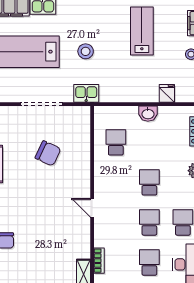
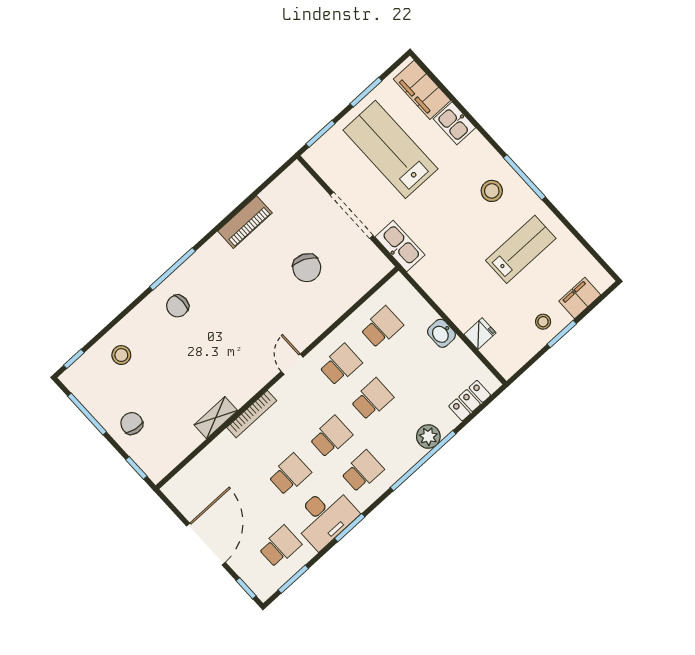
stool: (86, 51) -> (492, 191), moved
kitchen sink: (86, 93) -> (400, 246), width x1.38
school desk: (116, 182) -> (341, 365), added
bookcase: (99, 261) -> (252, 414), width x1.56

